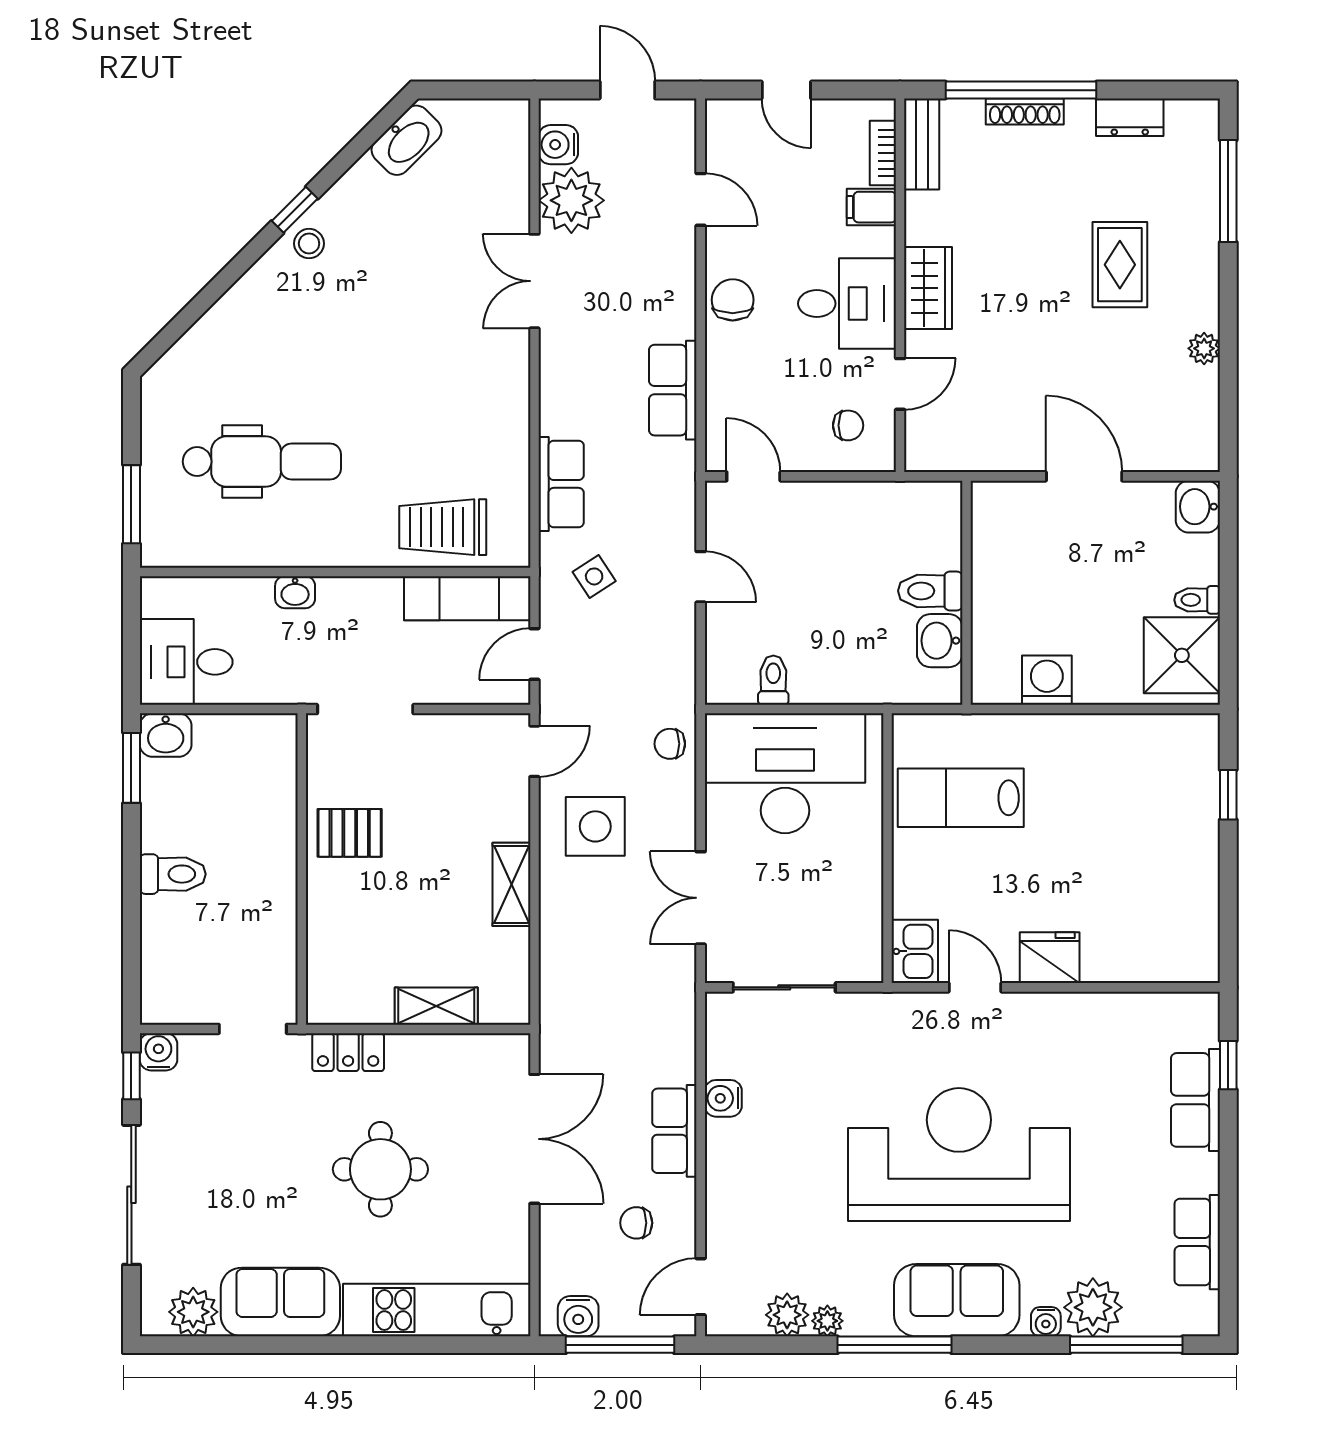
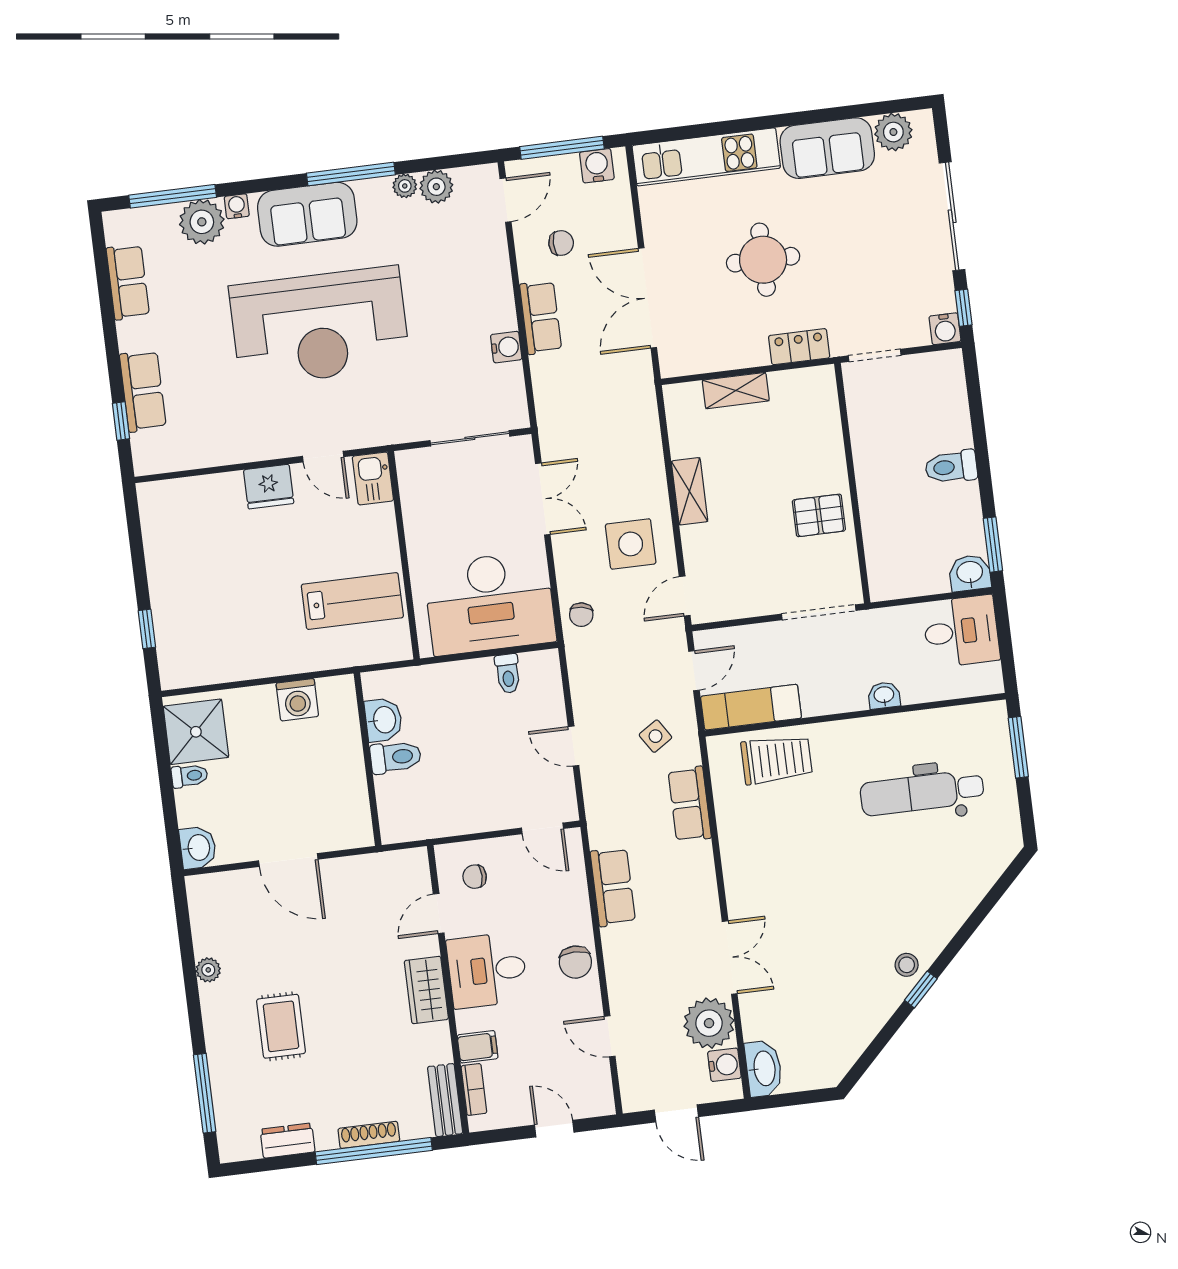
washbasin: (407, 140) -> (764, 1069), moved, turned 135
chair: (670, 744) -> (581, 615), turned 101

